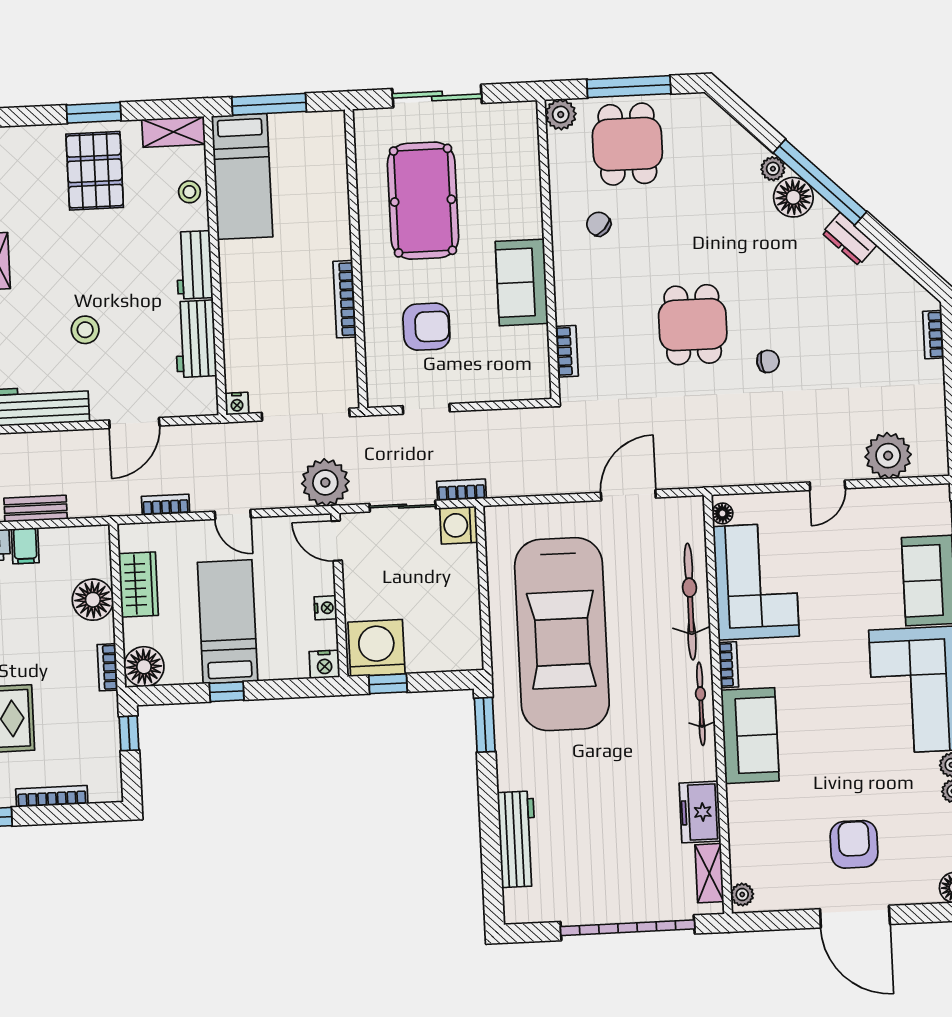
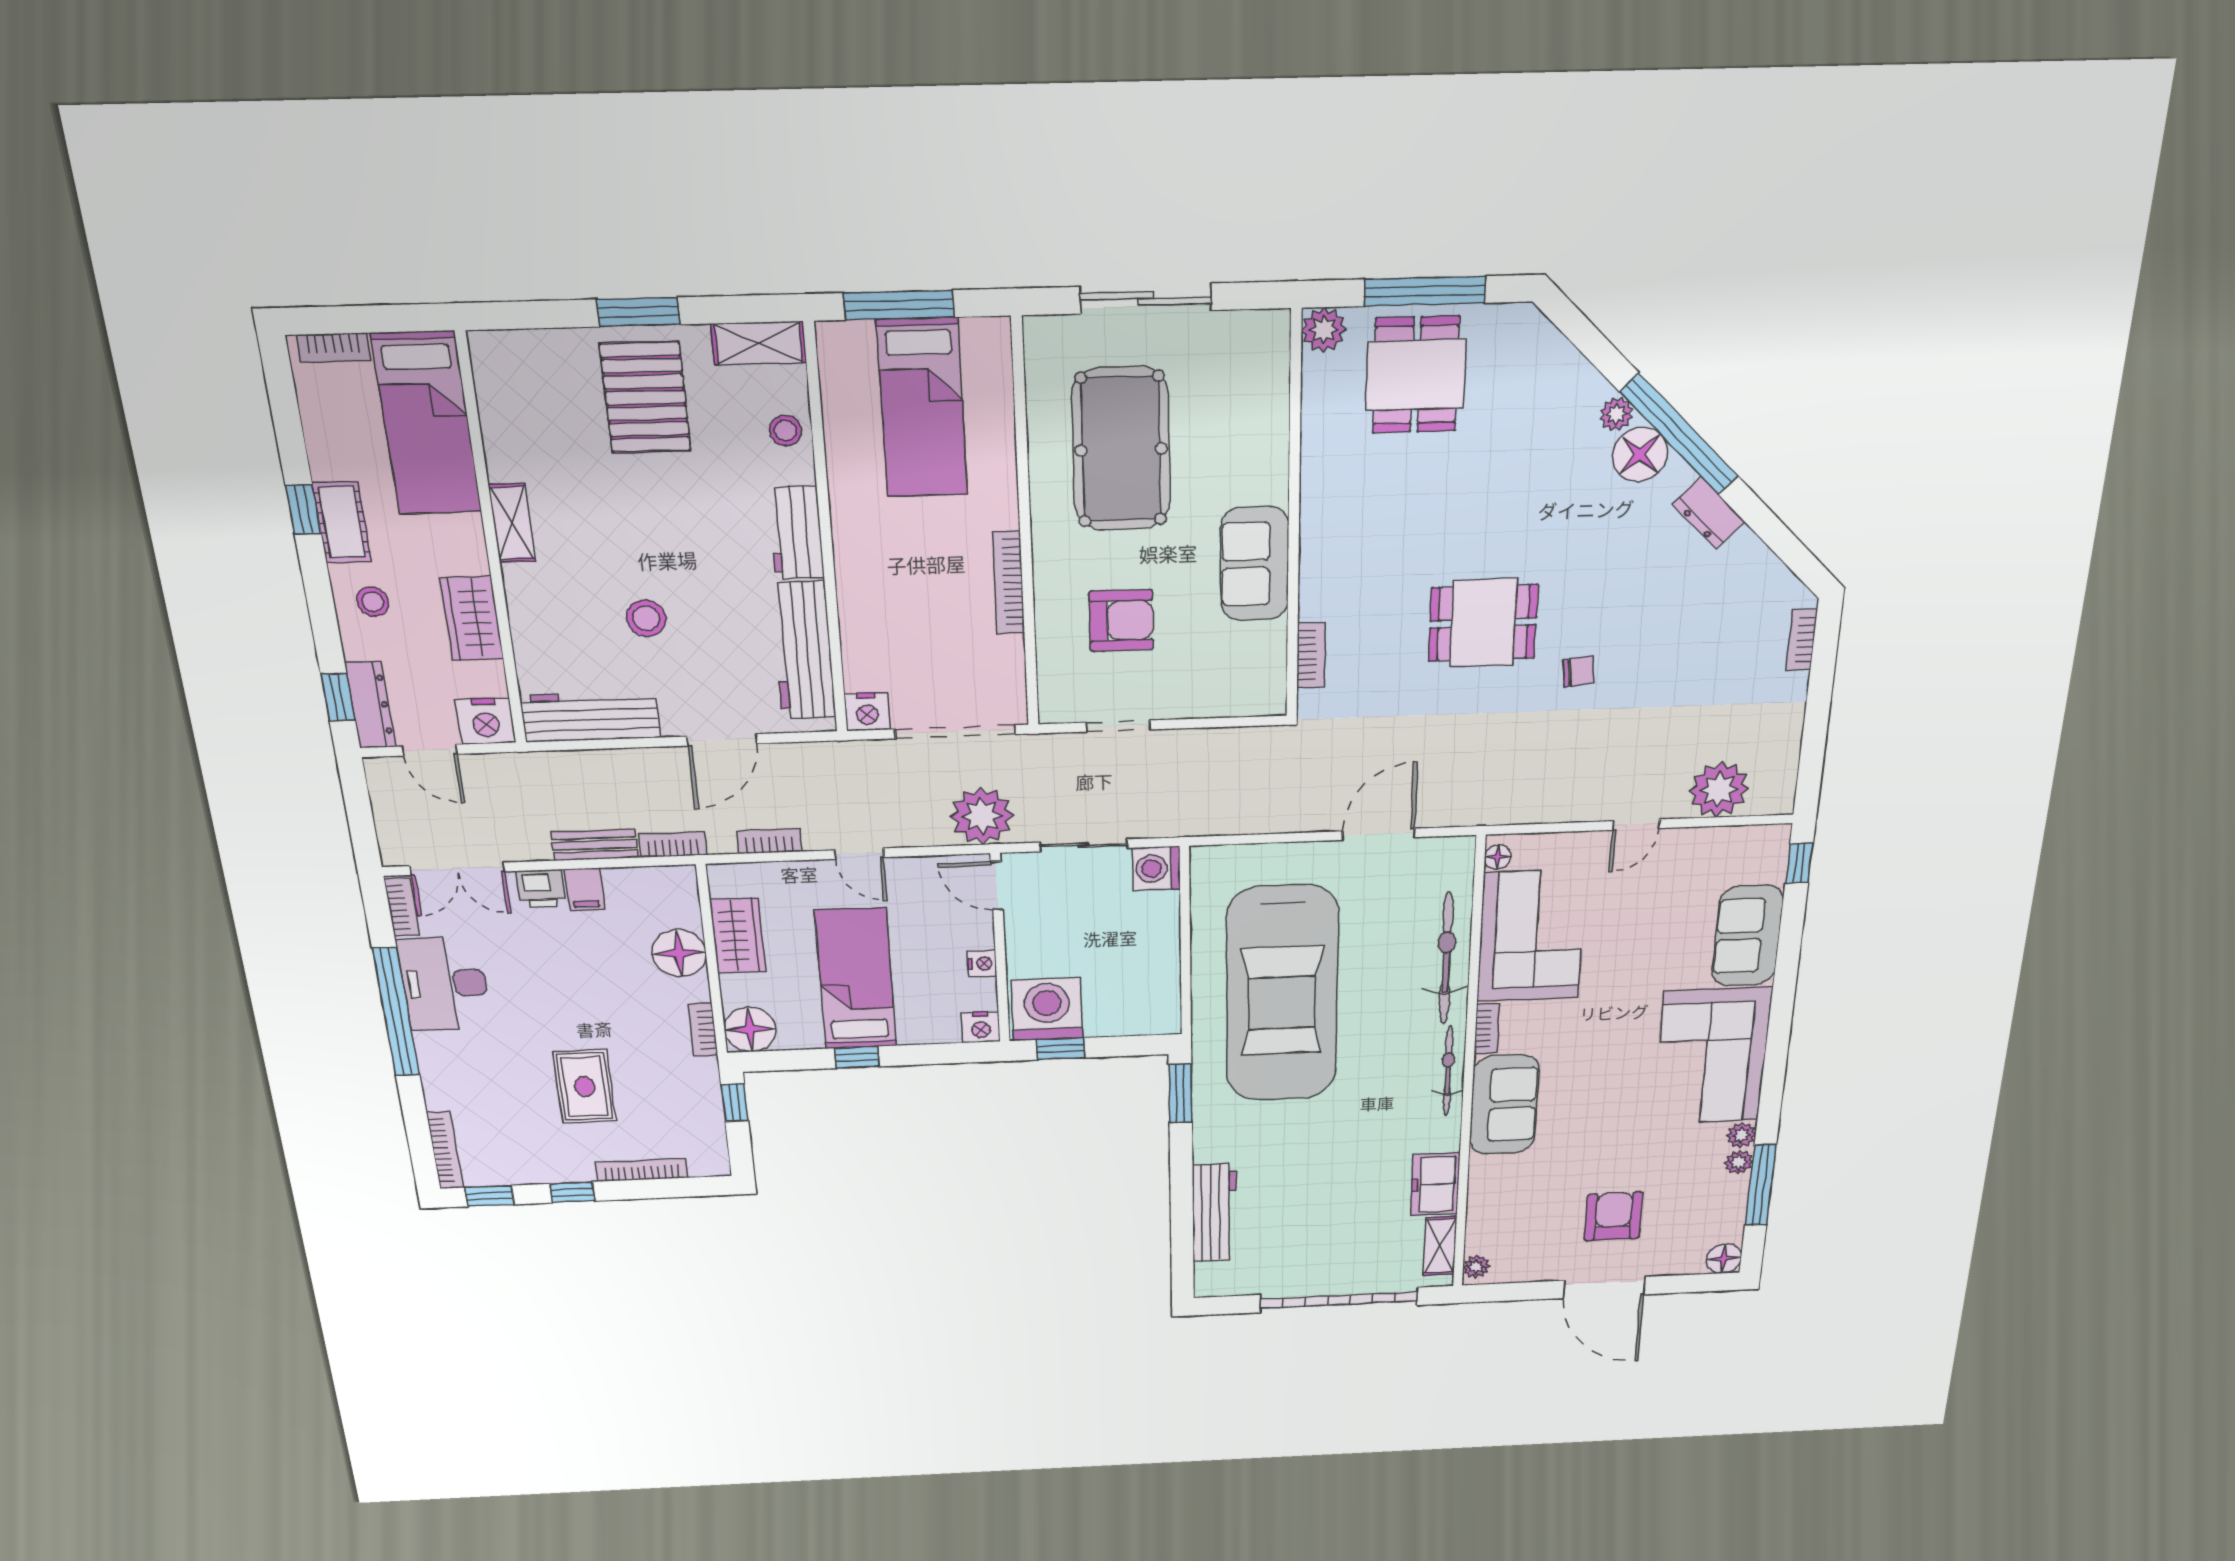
bed: (242, 176) -> (922, 408), moved
chair: (599, 224) -> (1366, 486), removed
dining table: (693, 325) -> (1483, 623), turned 90
workbench: (195, 339) -> (803, 651), width x1.38
nightstand: (237, 404) -> (867, 712), width x1.39, depth x1.35
bookcase: (461, 490) -> (673, 844), moved

